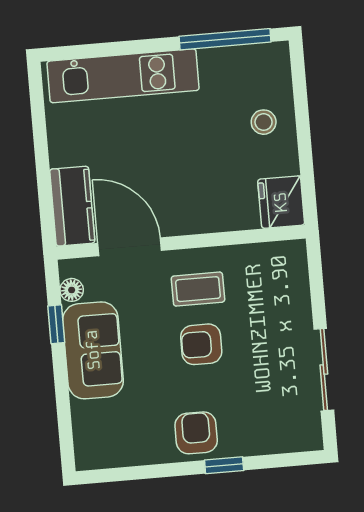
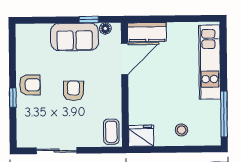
coffee table: (198, 289) -> (111, 132), moved

